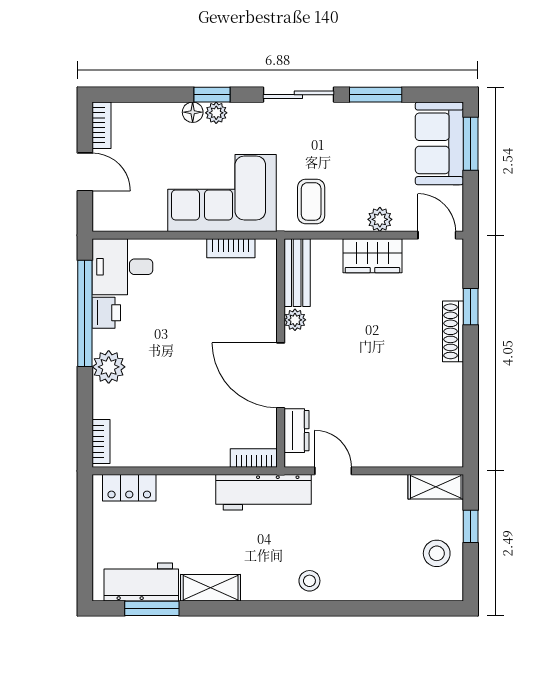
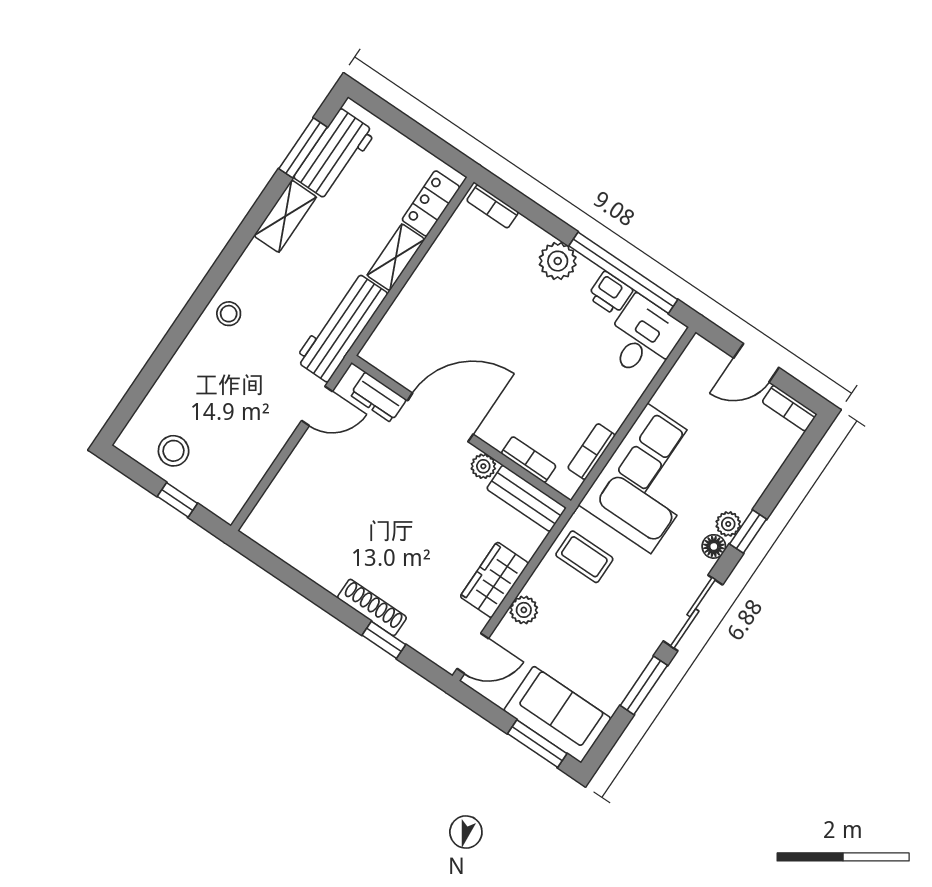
floor lamp: (193, 112) -> (714, 546), moved
bookcase: (254, 458) -> (529, 460), moved, turned -90
shelving: (436, 487) -> (396, 257), moved

